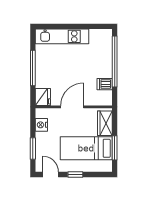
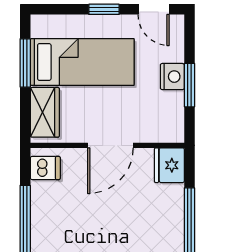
dishwasher: (105, 84) -> (45, 168), moved
nightstand: (41, 125) -> (172, 77), moved
window: (33, 148) -> (189, 85), moved

